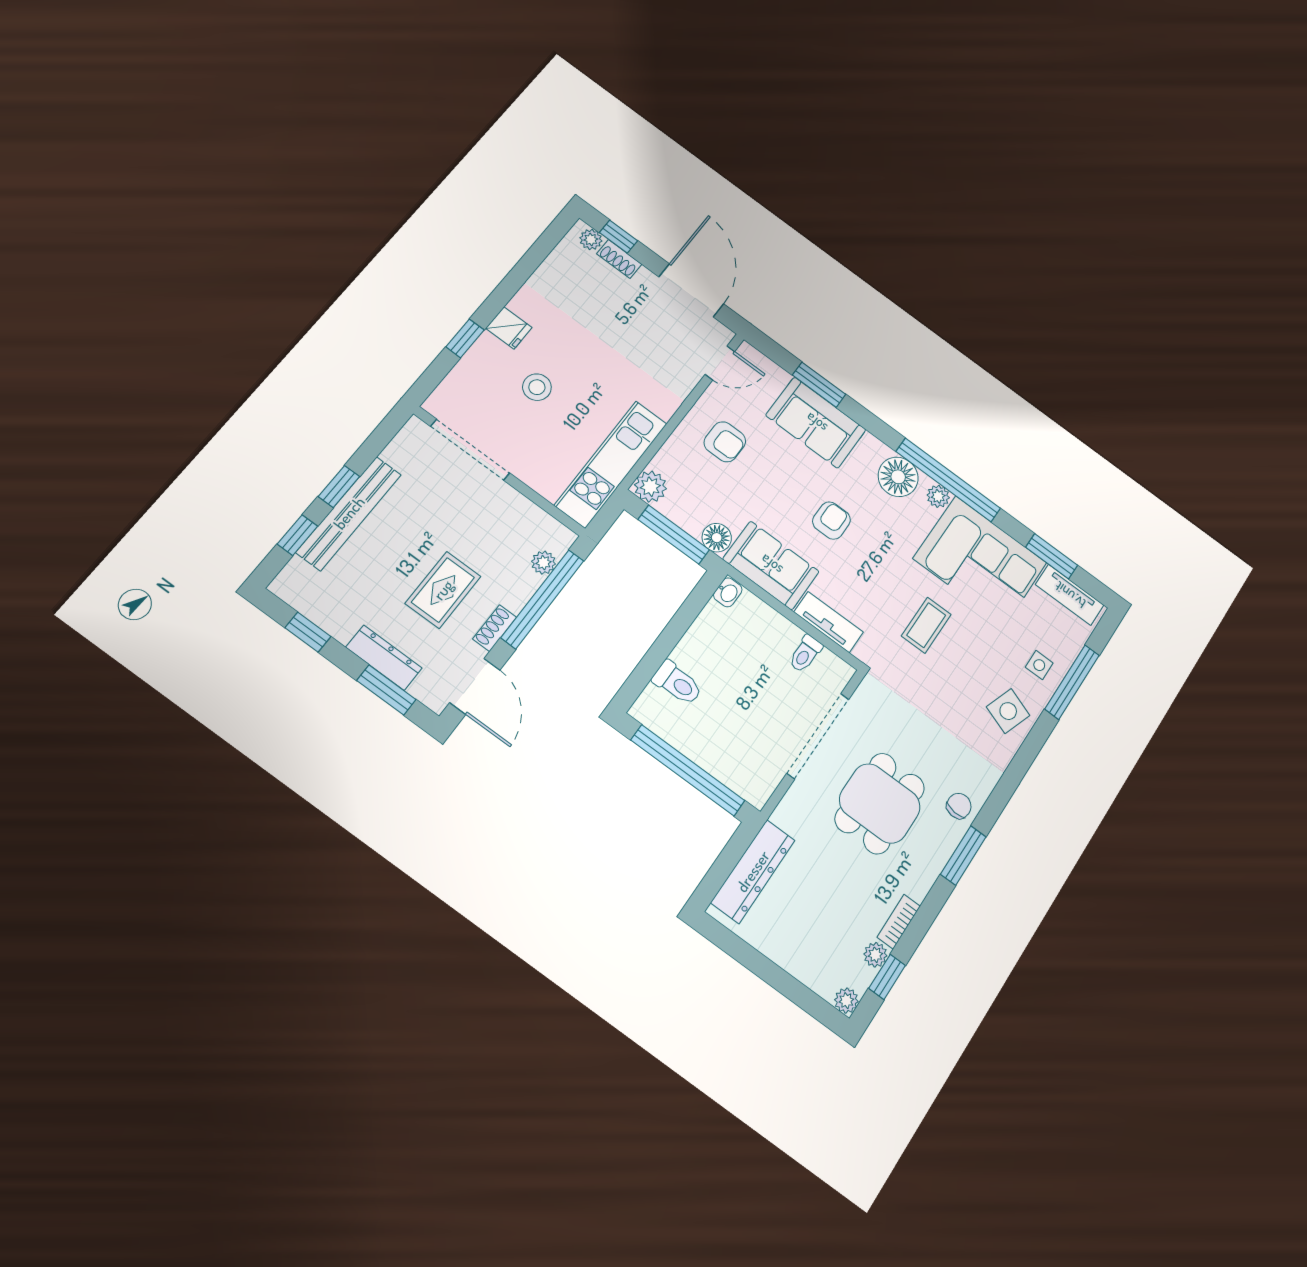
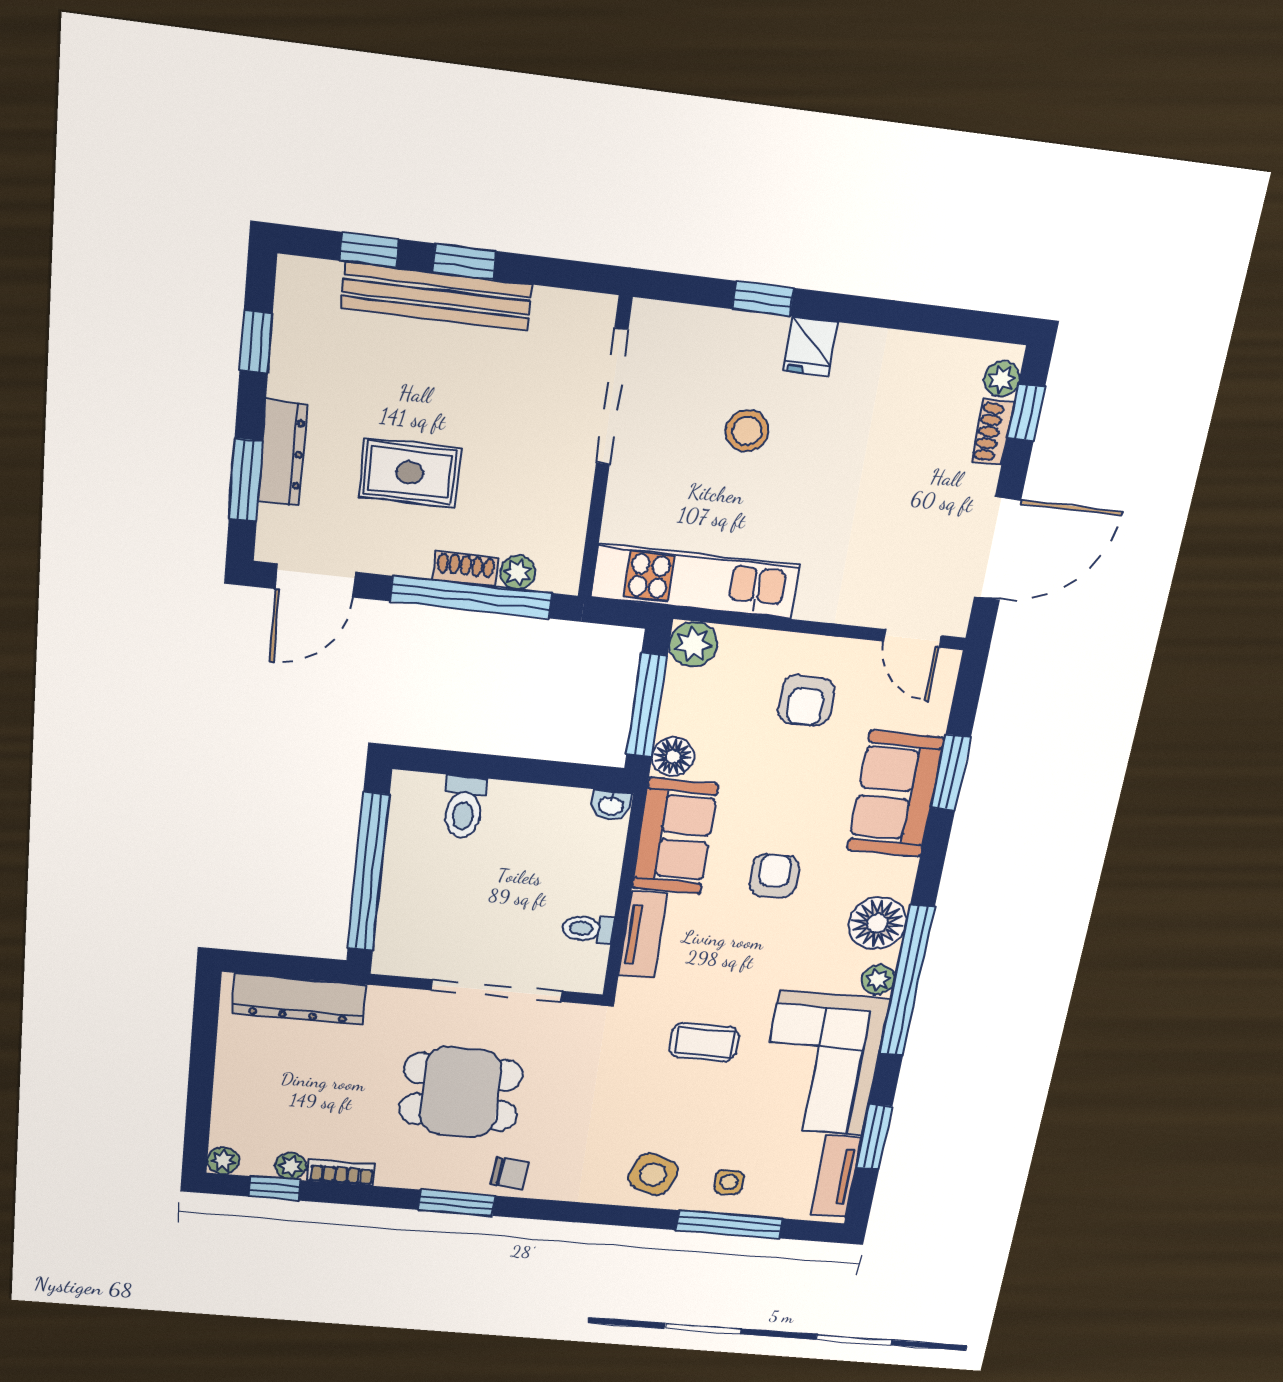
armchair: (831, 521) -> (774, 876), turned -90
shoe rack: (495, 628) -> (465, 569), moved

